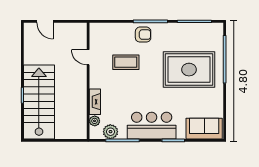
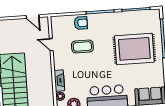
door: (45, 21) -> (33, 17), moved
armchair: (143, 35) -> (81, 23), moved

